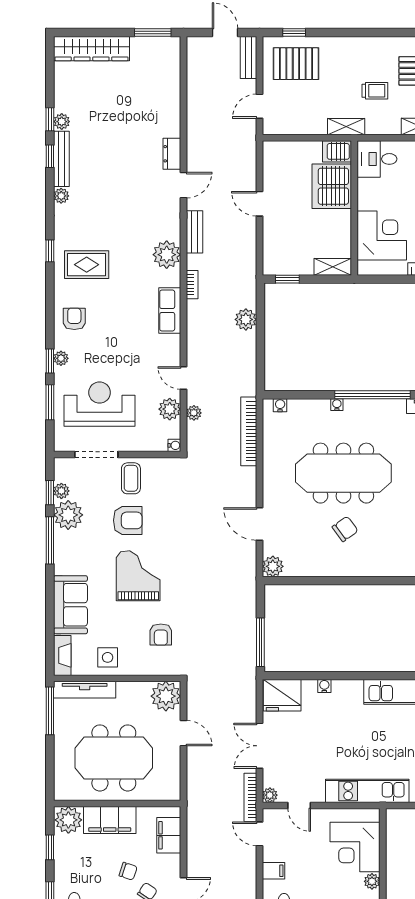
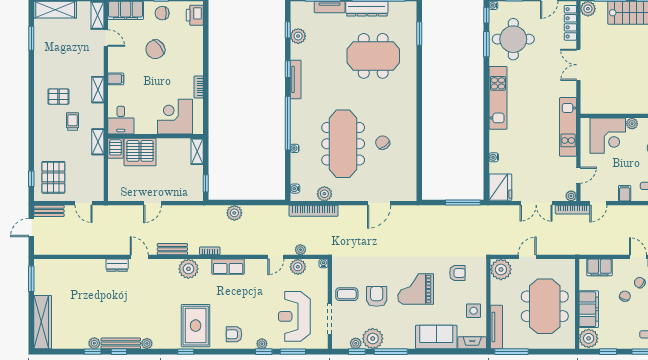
rug: (87, 265) -> (196, 326), width x1.36, depth x1.43
plant: (273, 566) -> (324, 194), moved

